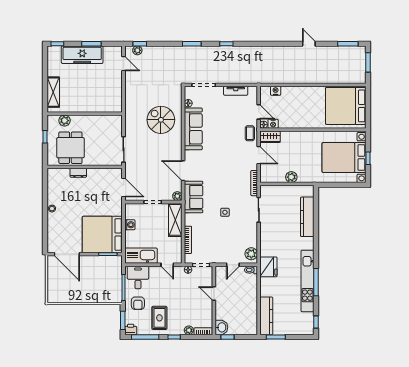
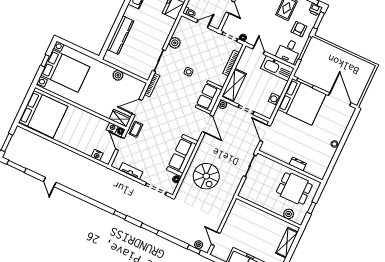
dining table: (70, 148) -> (294, 188), turned 90
door: (259, 155) -> (137, 107), hinge flipped
plant: (251, 254) -> (175, 43), moved

